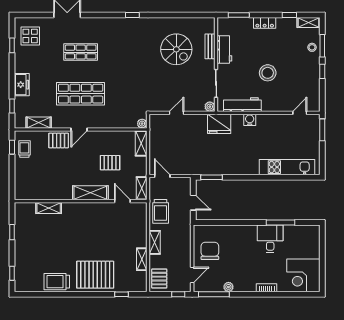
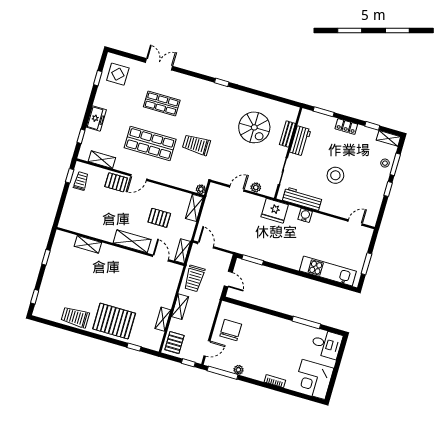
trolley: (125, 82) -> (196, 145), added
plant: (210, 107) -> (256, 187), moved
window: (322, 130) -> (366, 264), moved
desk: (270, 239) -> (326, 344), moved, turned 90

